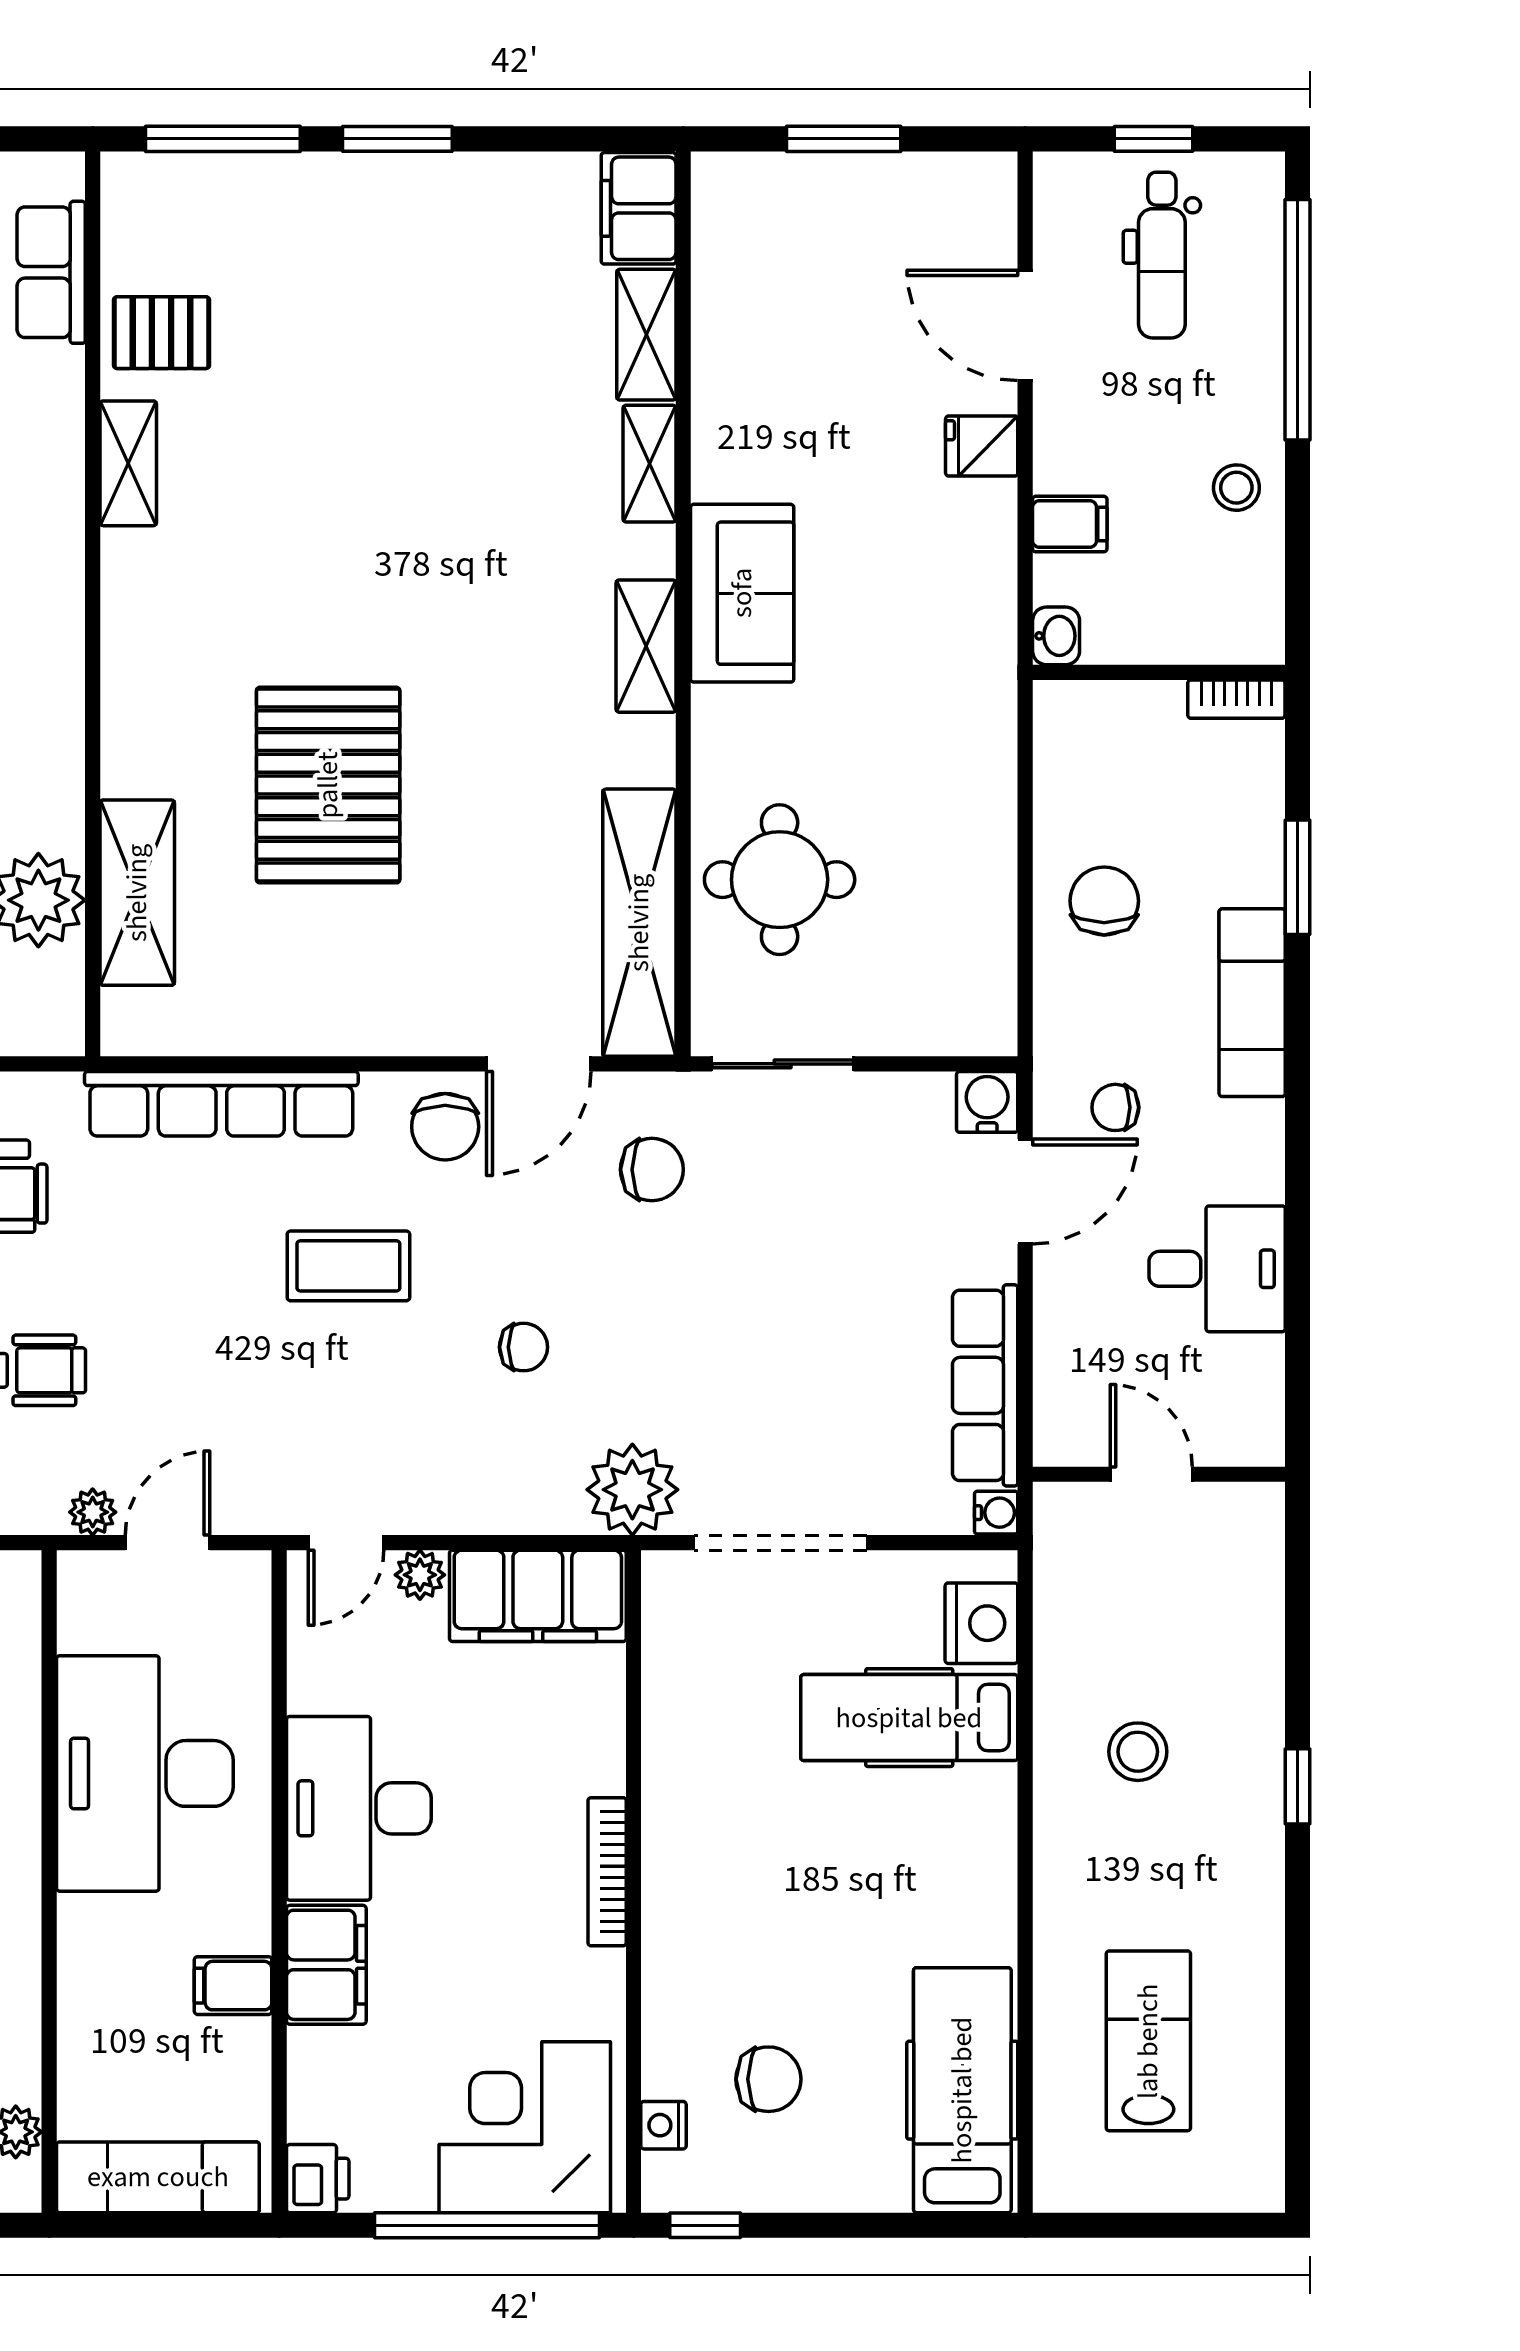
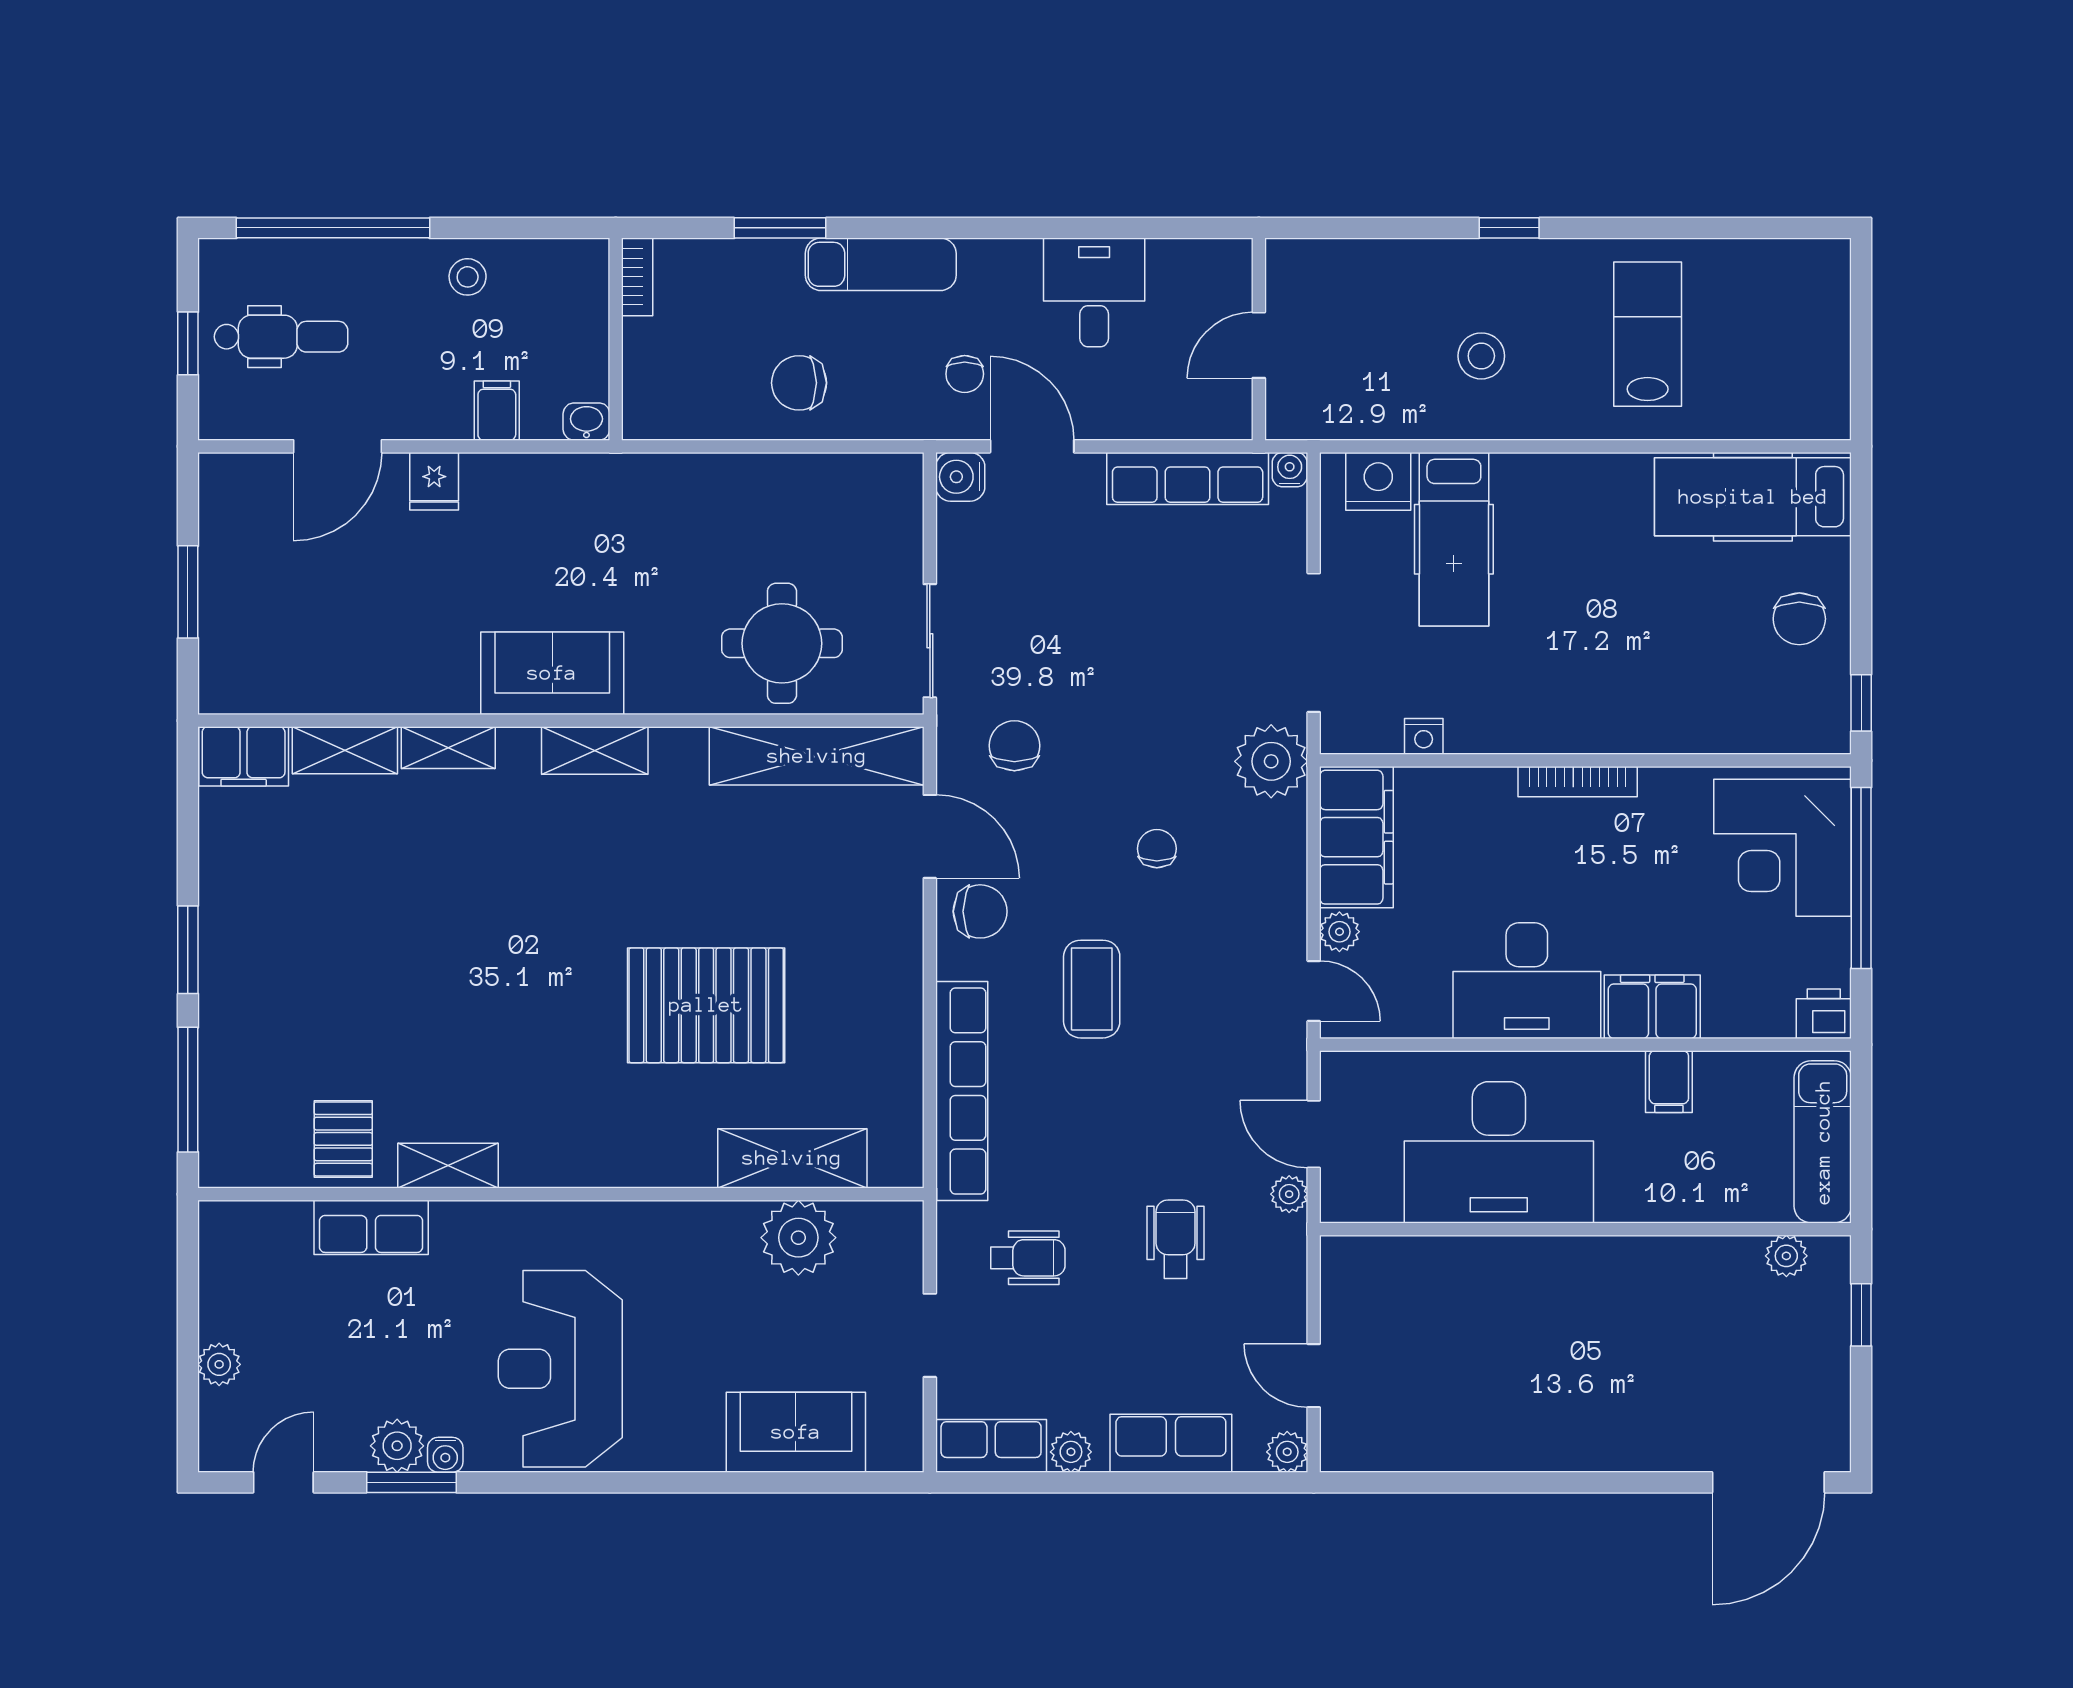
row of seats: (51, 272) -> (371, 1227), moved
lab bench: (1148, 2041) -> (1648, 334), moved, turned 90
chair: (768, 2079) -> (1799, 619), moved, turned 180
nightstand: (664, 2125) -> (1424, 736), moved

